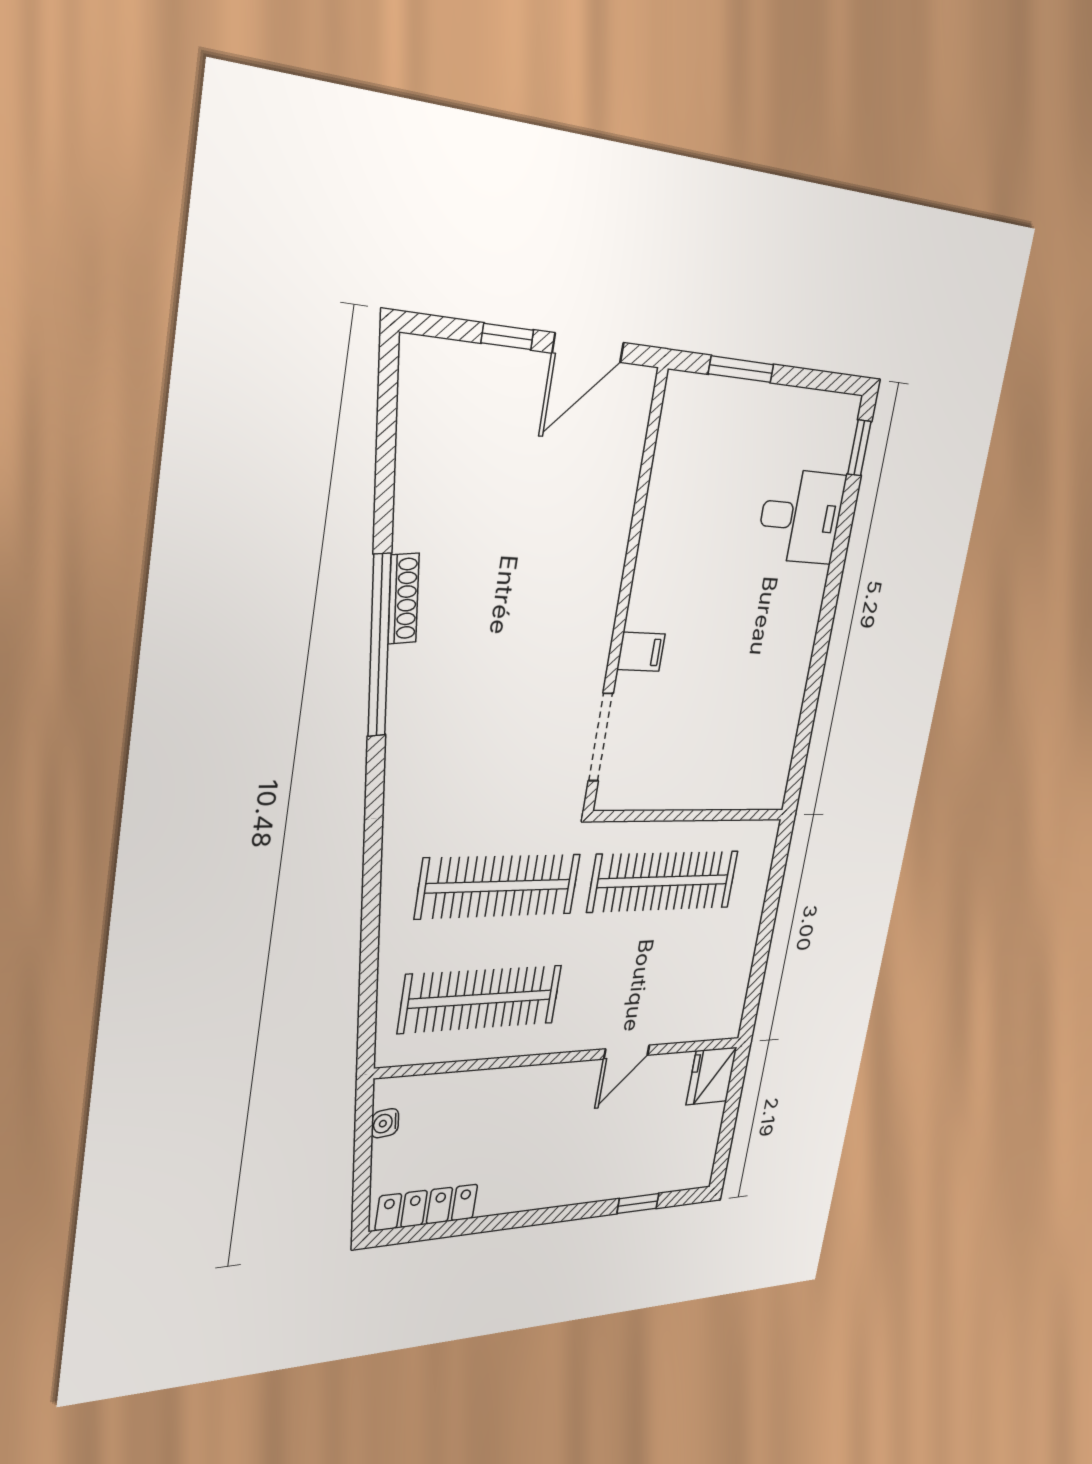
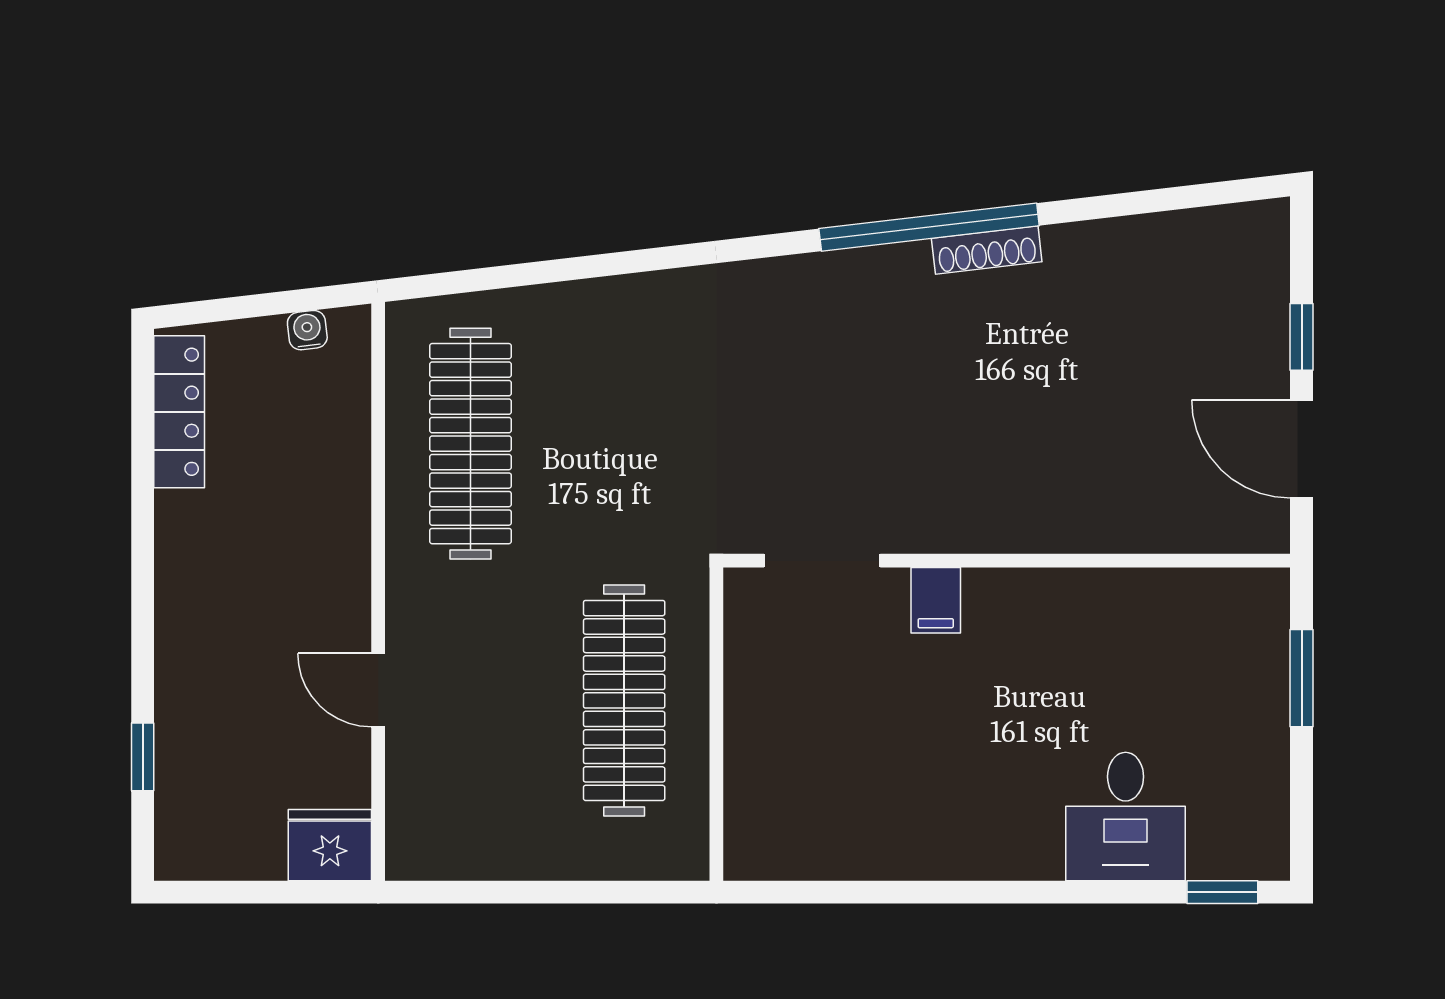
clothes rail: (499, 886) -> (624, 444), removed

